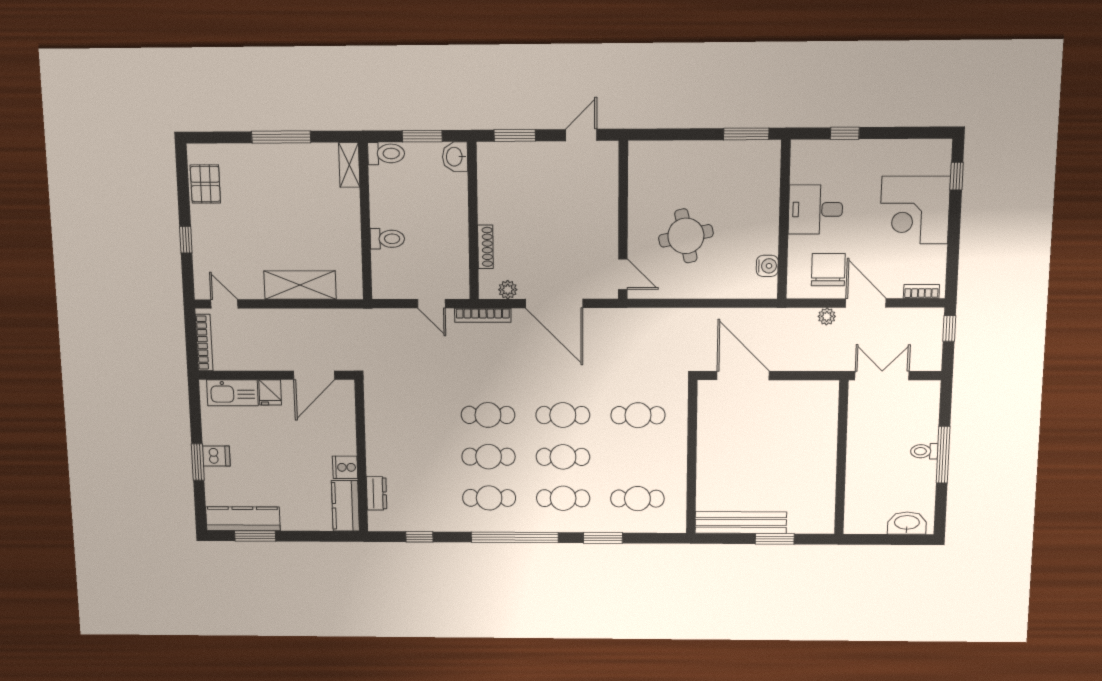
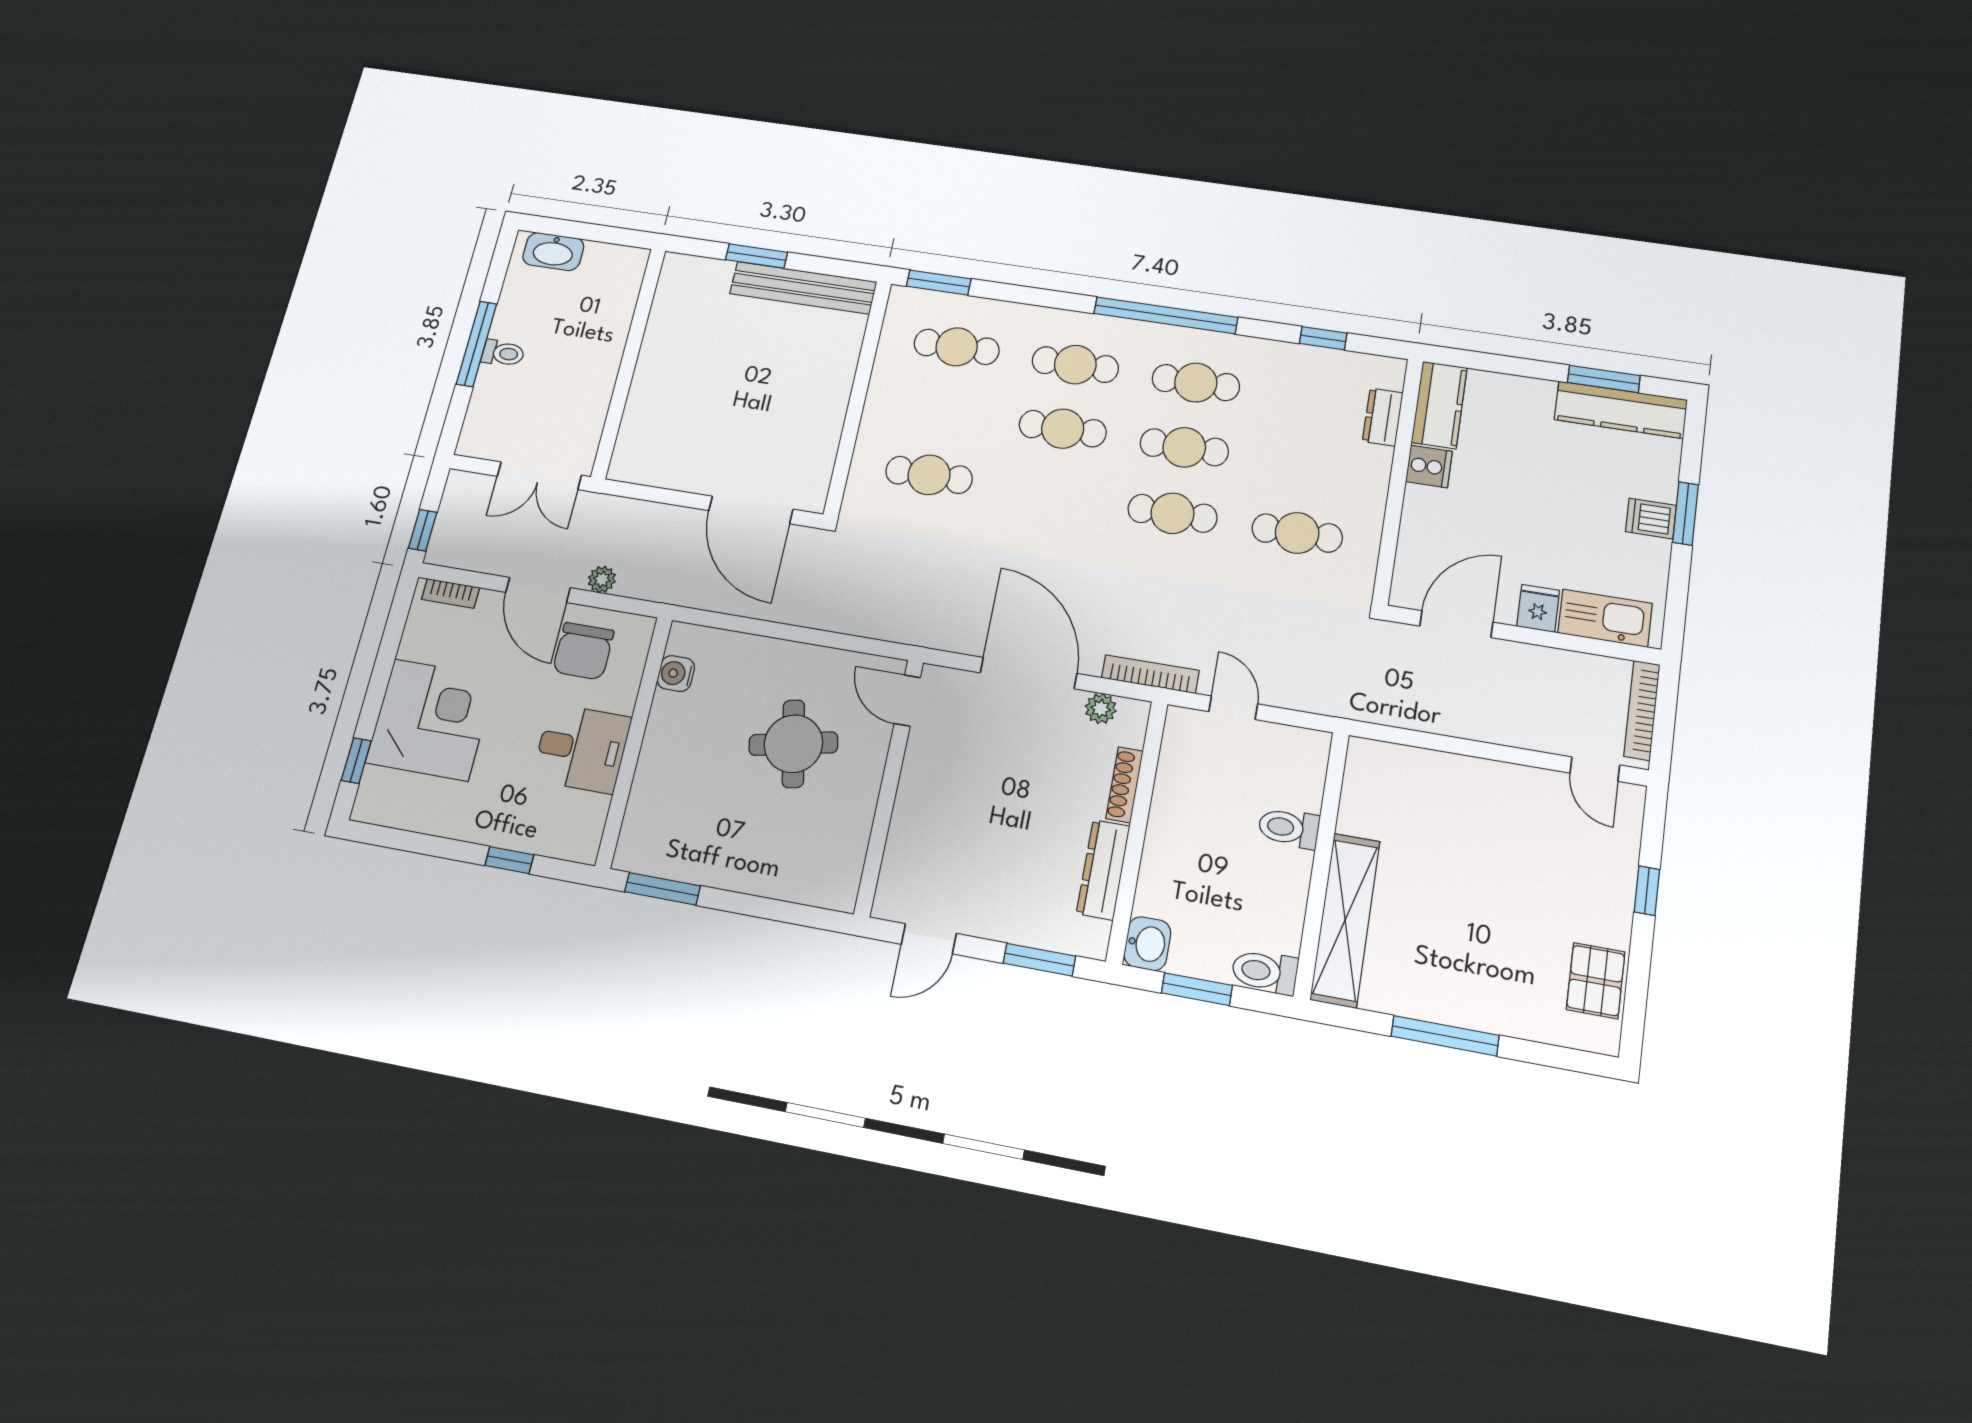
shelving: (349, 165) -> (1345, 920), width x2.20, depth x1.33
dresser: (488, 195) -> (1103, 870), added
shelving: (300, 285) -> (1455, 778), removed
cafe table: (563, 415) -> (1297, 533), moved
window: (603, 538) -> (939, 282), moved

